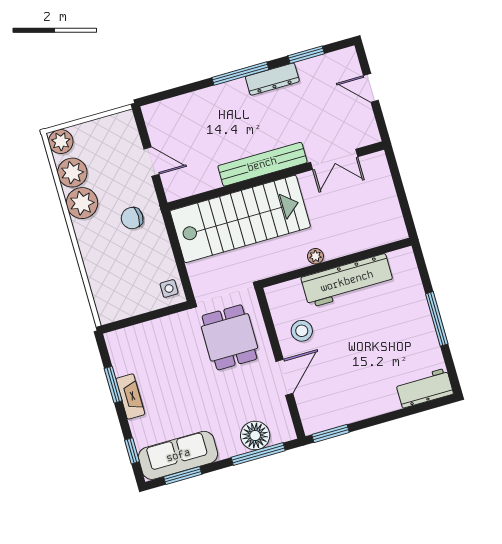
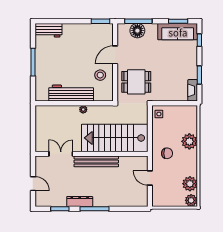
plant: (82, 203) -> (189, 141), moved
dining table: (229, 337) -> (136, 82), turned 90
fireplace: (130, 396) -> (193, 90), moved

